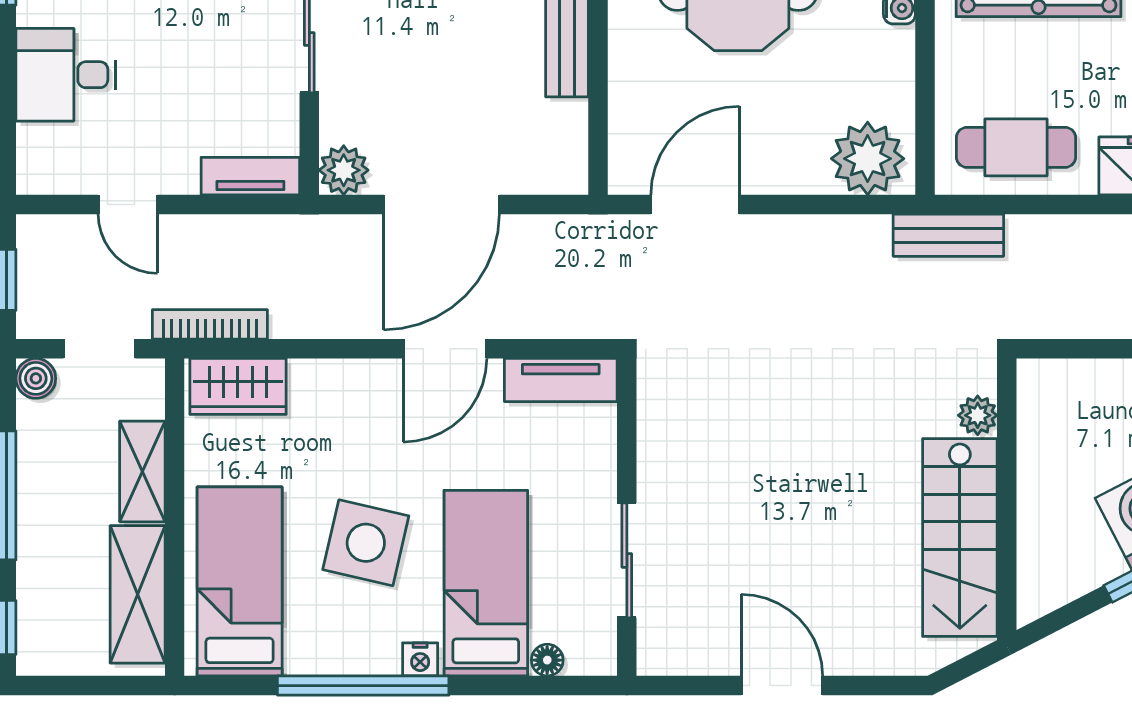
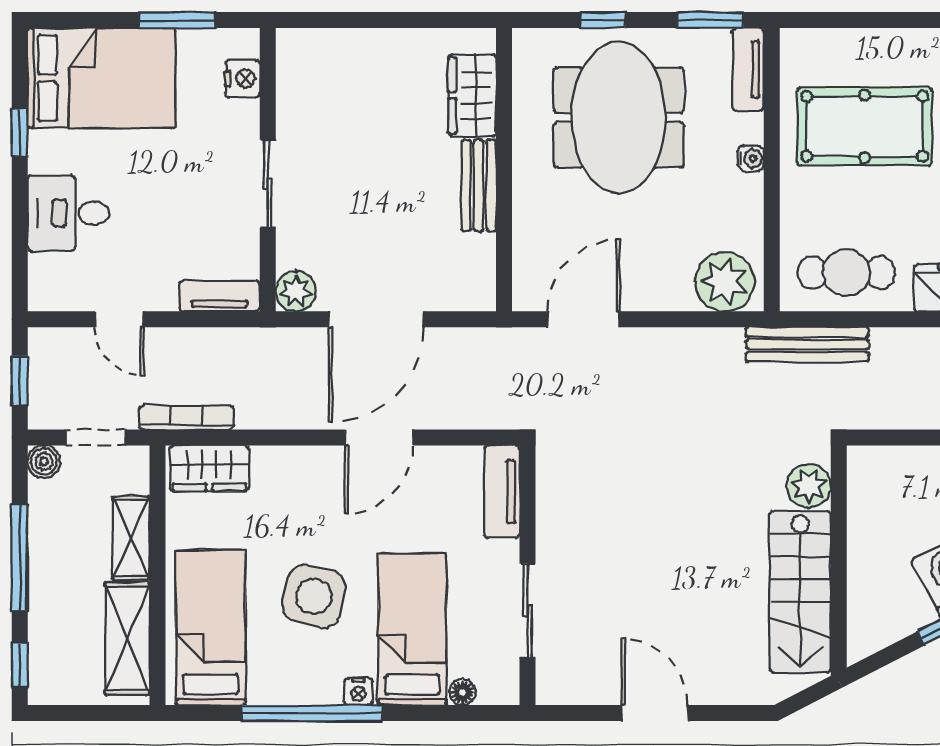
bench: (948, 235) -> (807, 344), width x1.36
tv unit: (561, 380) -> (502, 492), moved, turned 90
plant: (978, 415) -> (809, 486), width x1.38, depth x1.38

